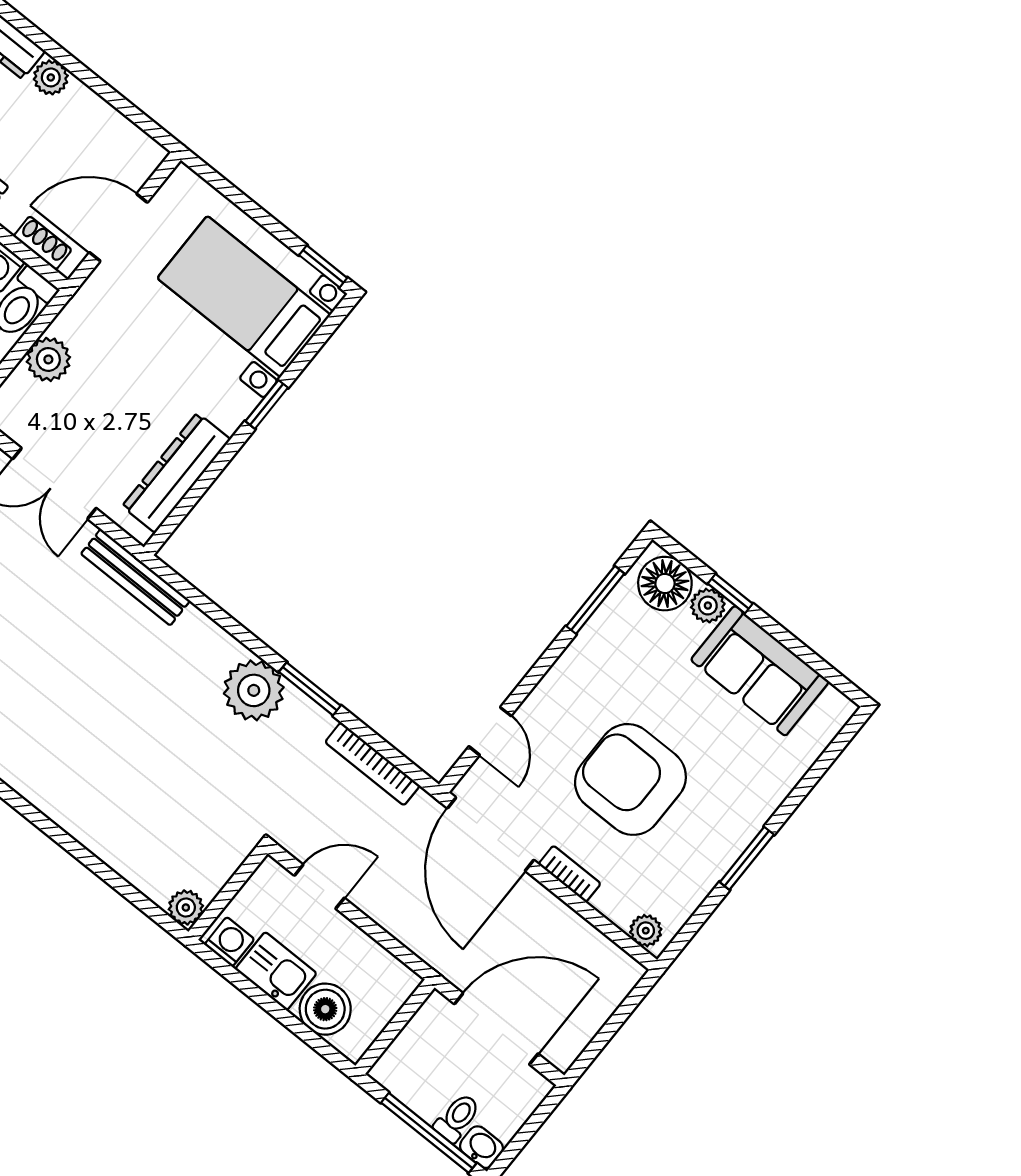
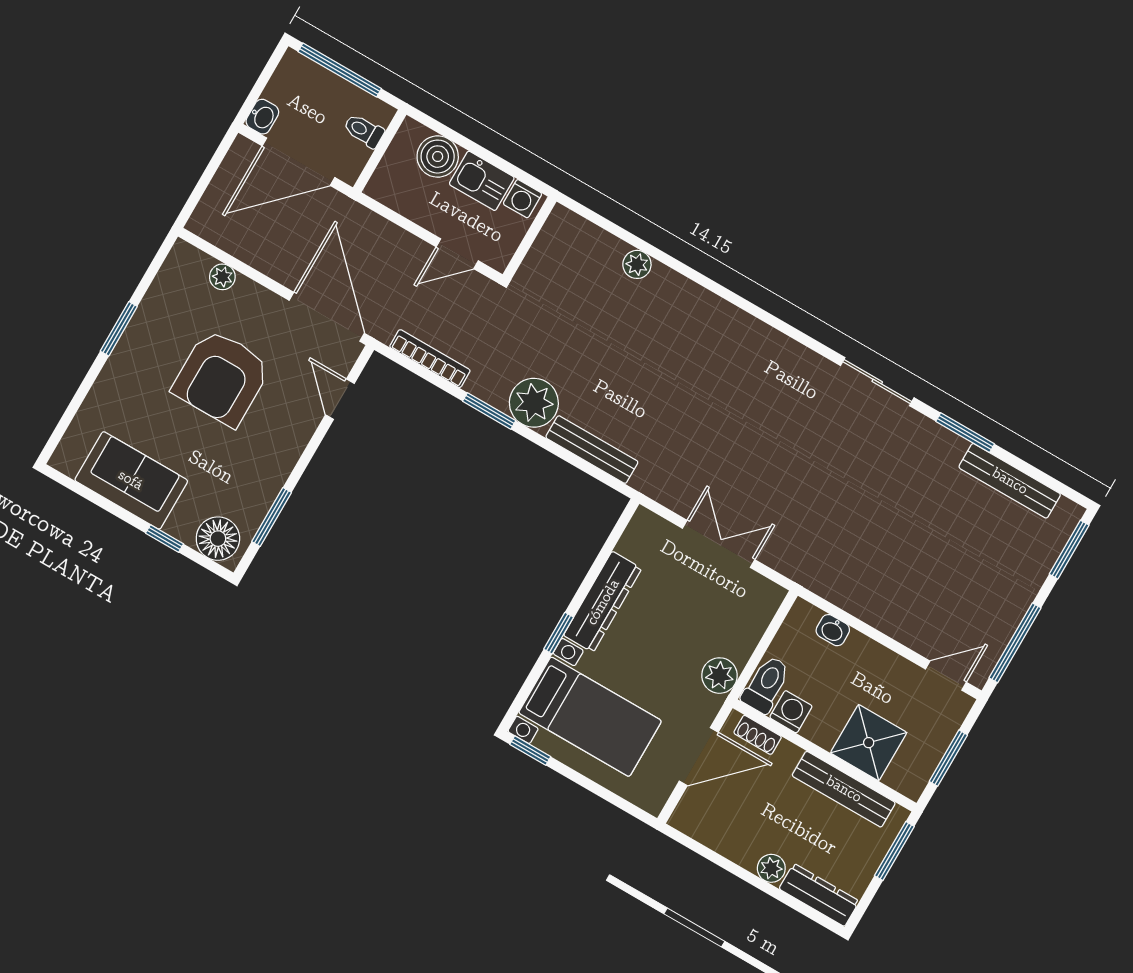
plant: (48, 359) -> (719, 676), moved
dresser: (176, 473) -> (603, 602), moved
bench: (135, 577) -> (592, 450), moved
plant: (708, 606) -> (181, 526), removed
armchair: (630, 779) -> (222, 378), turned 90
bookcase: (570, 874) -> (259, 295), removed
plant: (186, 908) -> (637, 264), moved
plant: (646, 931) -> (222, 277), moved
toilet: (457, 1118) -> (364, 131), moved, turned 90
washbasin: (482, 1147) -> (262, 117), moved, turned -90

